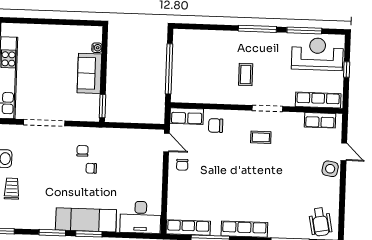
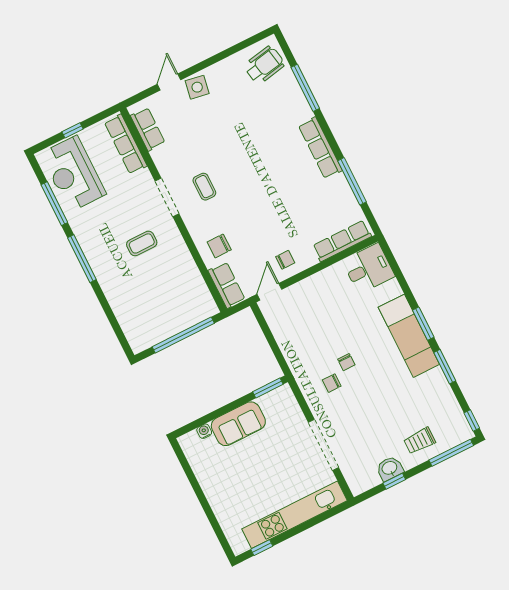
chair: (216, 126) -> (219, 246), turned 90
desk: (140, 217) -> (368, 268), width x0.73
row of seats: (188, 228) -> (342, 241), moved, turned 90

